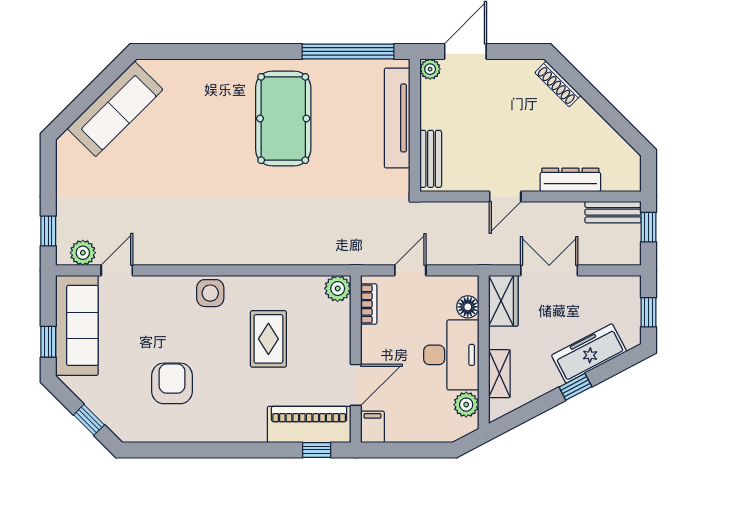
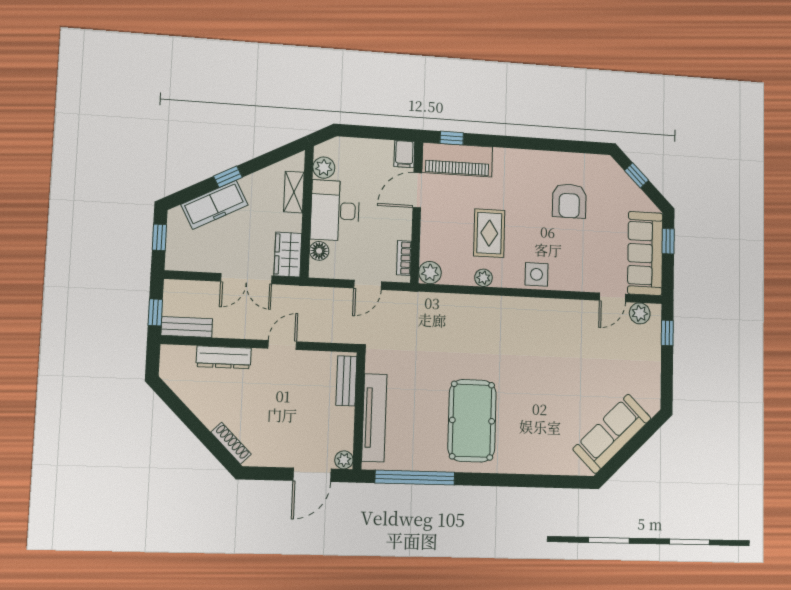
plant: (274, 286) -> (483, 278), added

